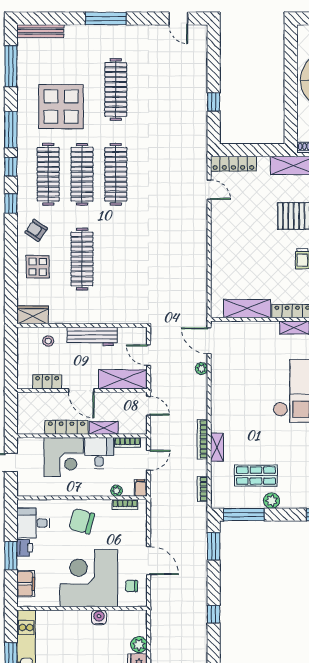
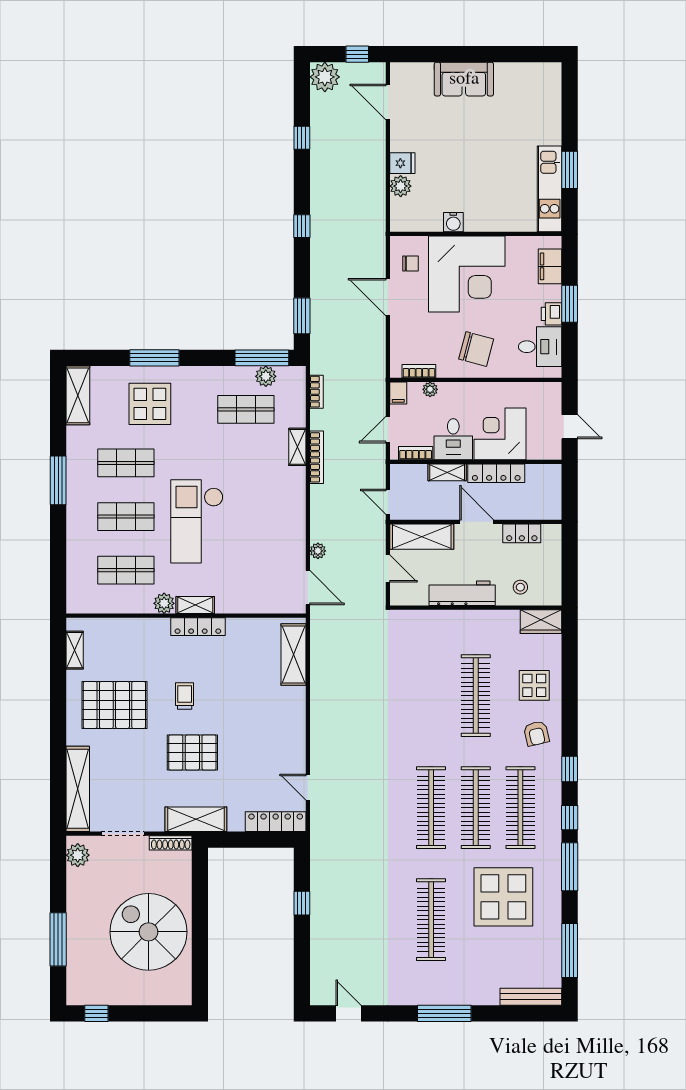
armchair: (36, 230) -> (536, 733), turned 43
shelving: (247, 309) -> (294, 654), moved, turned 90
plant: (272, 501) -> (266, 376), moved

